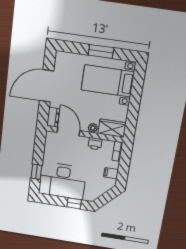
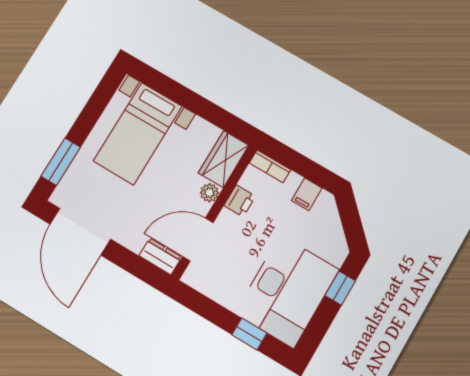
window: (101, 51) -> (61, 162), moved
door: (47, 86) -> (80, 232), moved

